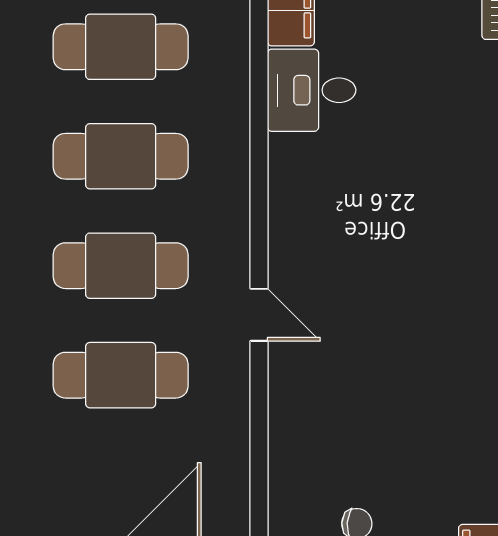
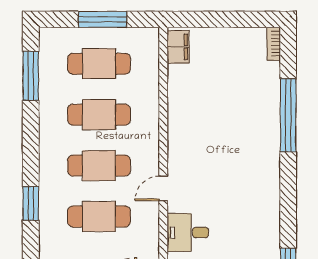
desk: (312, 90) -> (188, 233), moved
door: (259, 315) -> (163, 188), swing flipped

